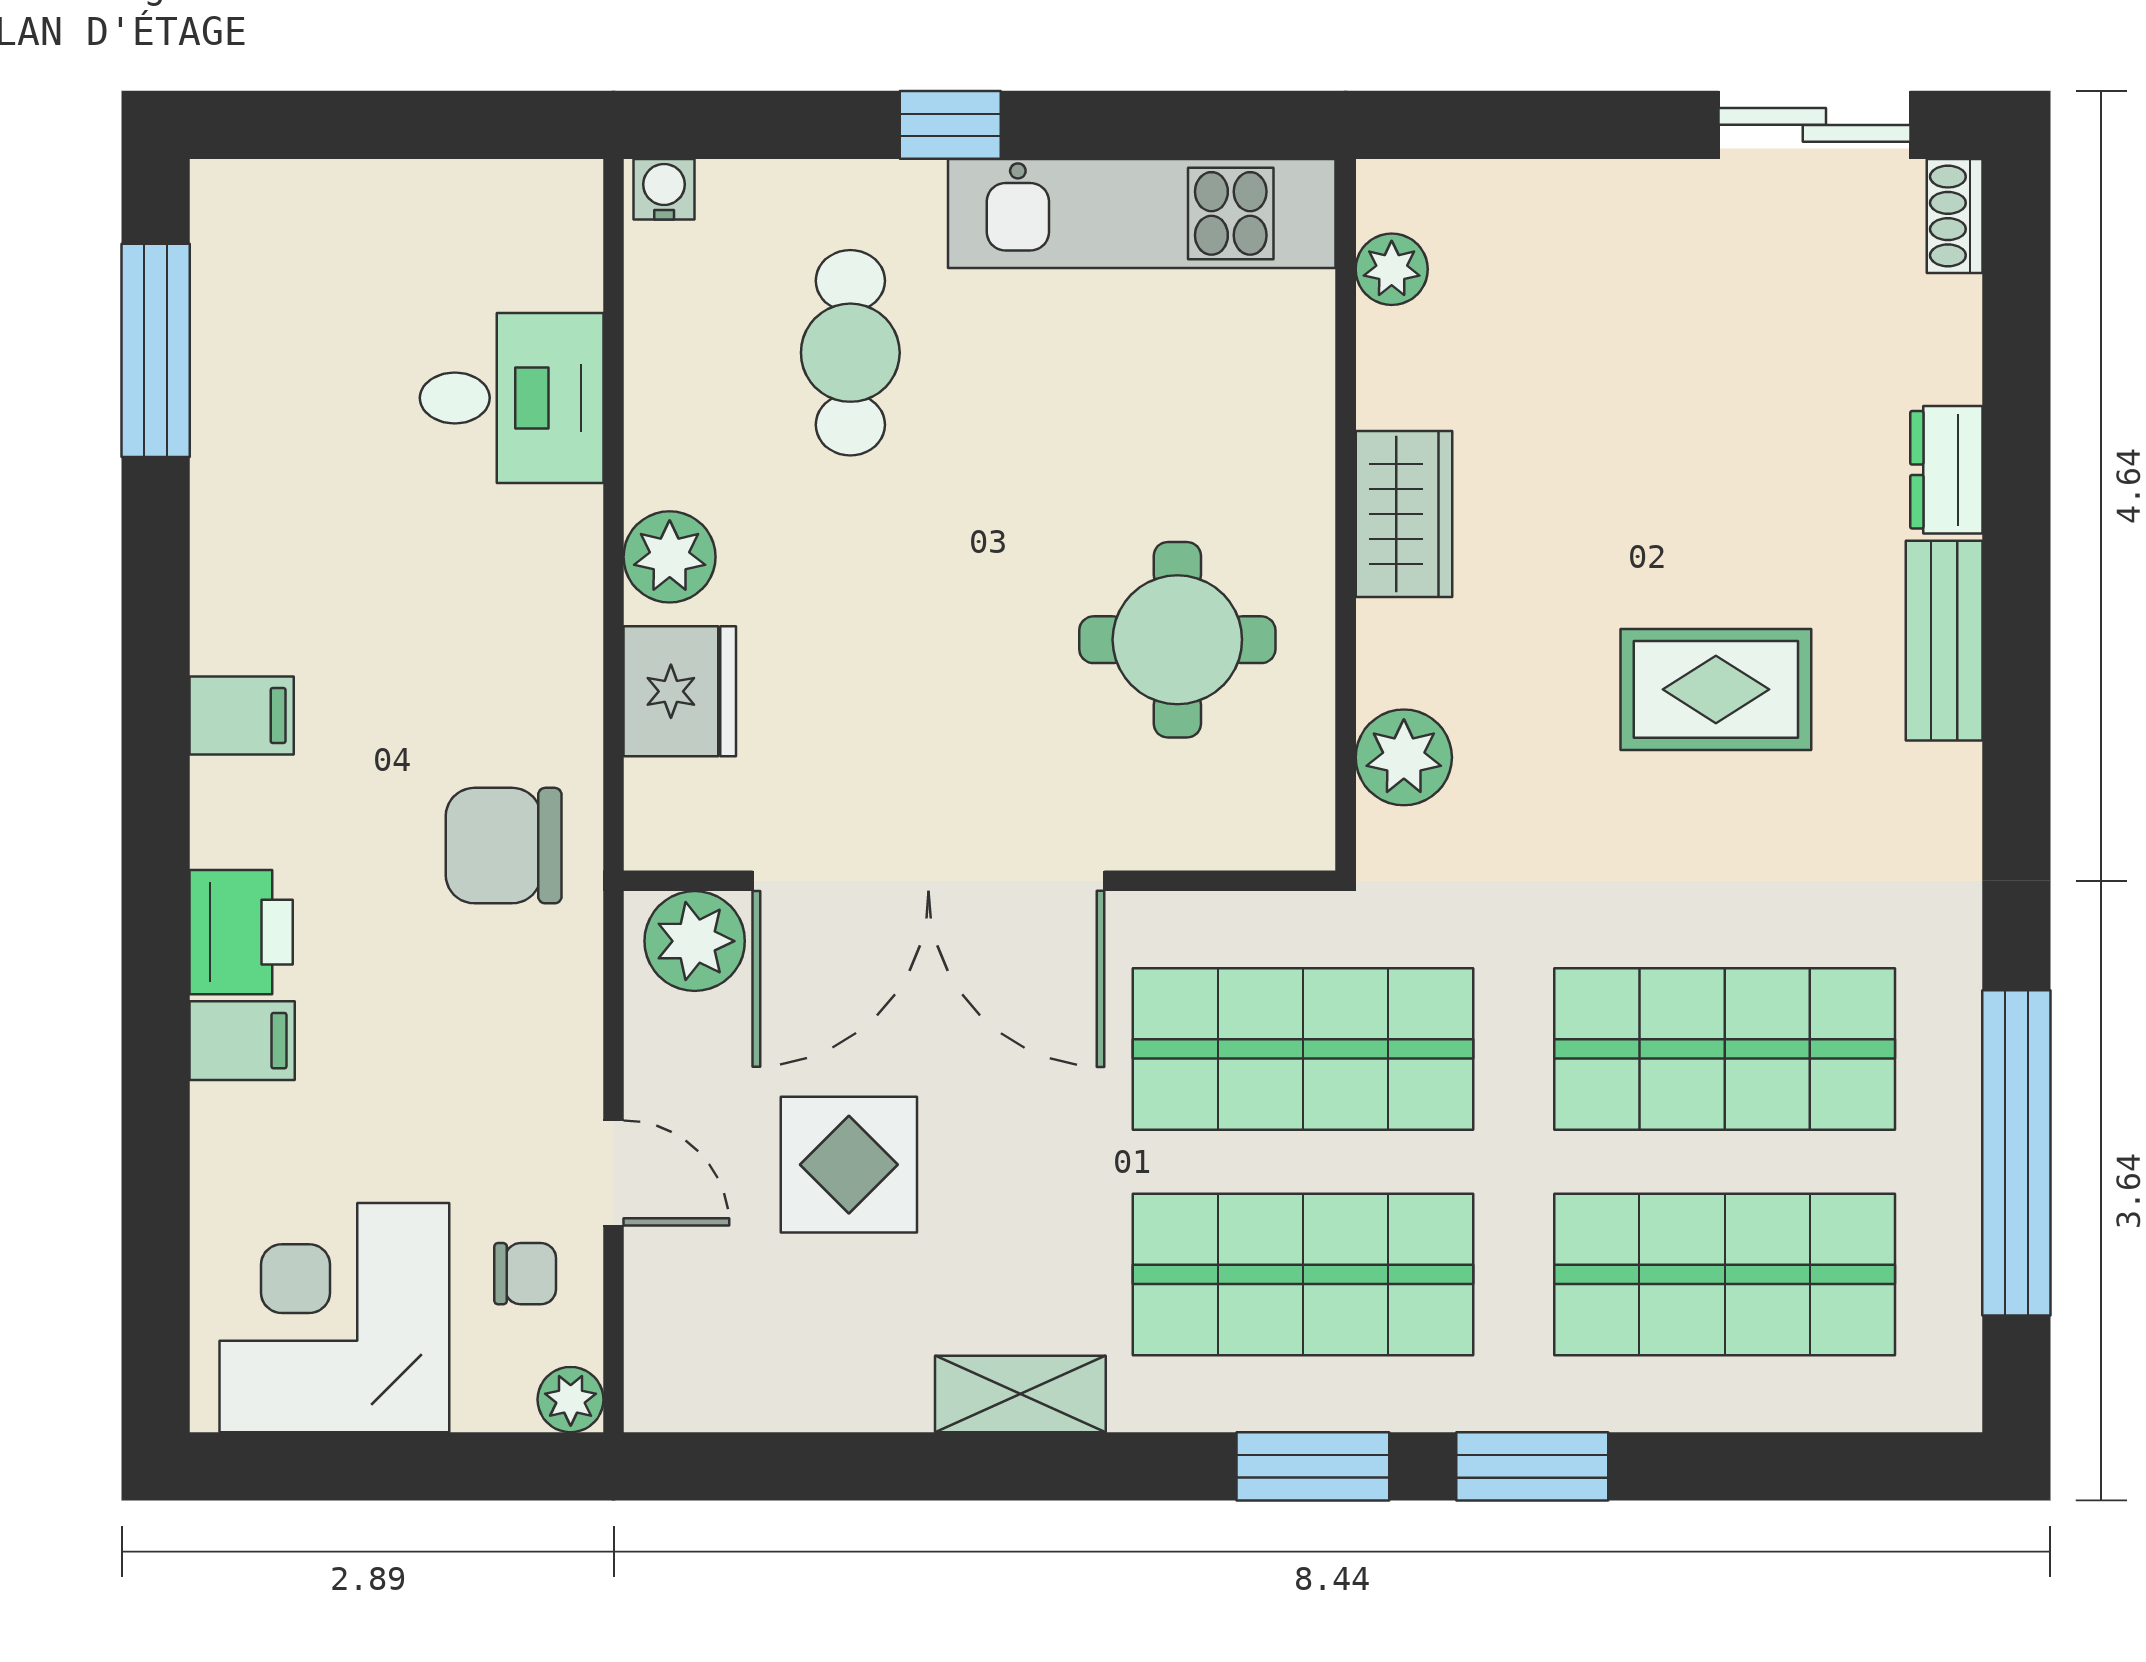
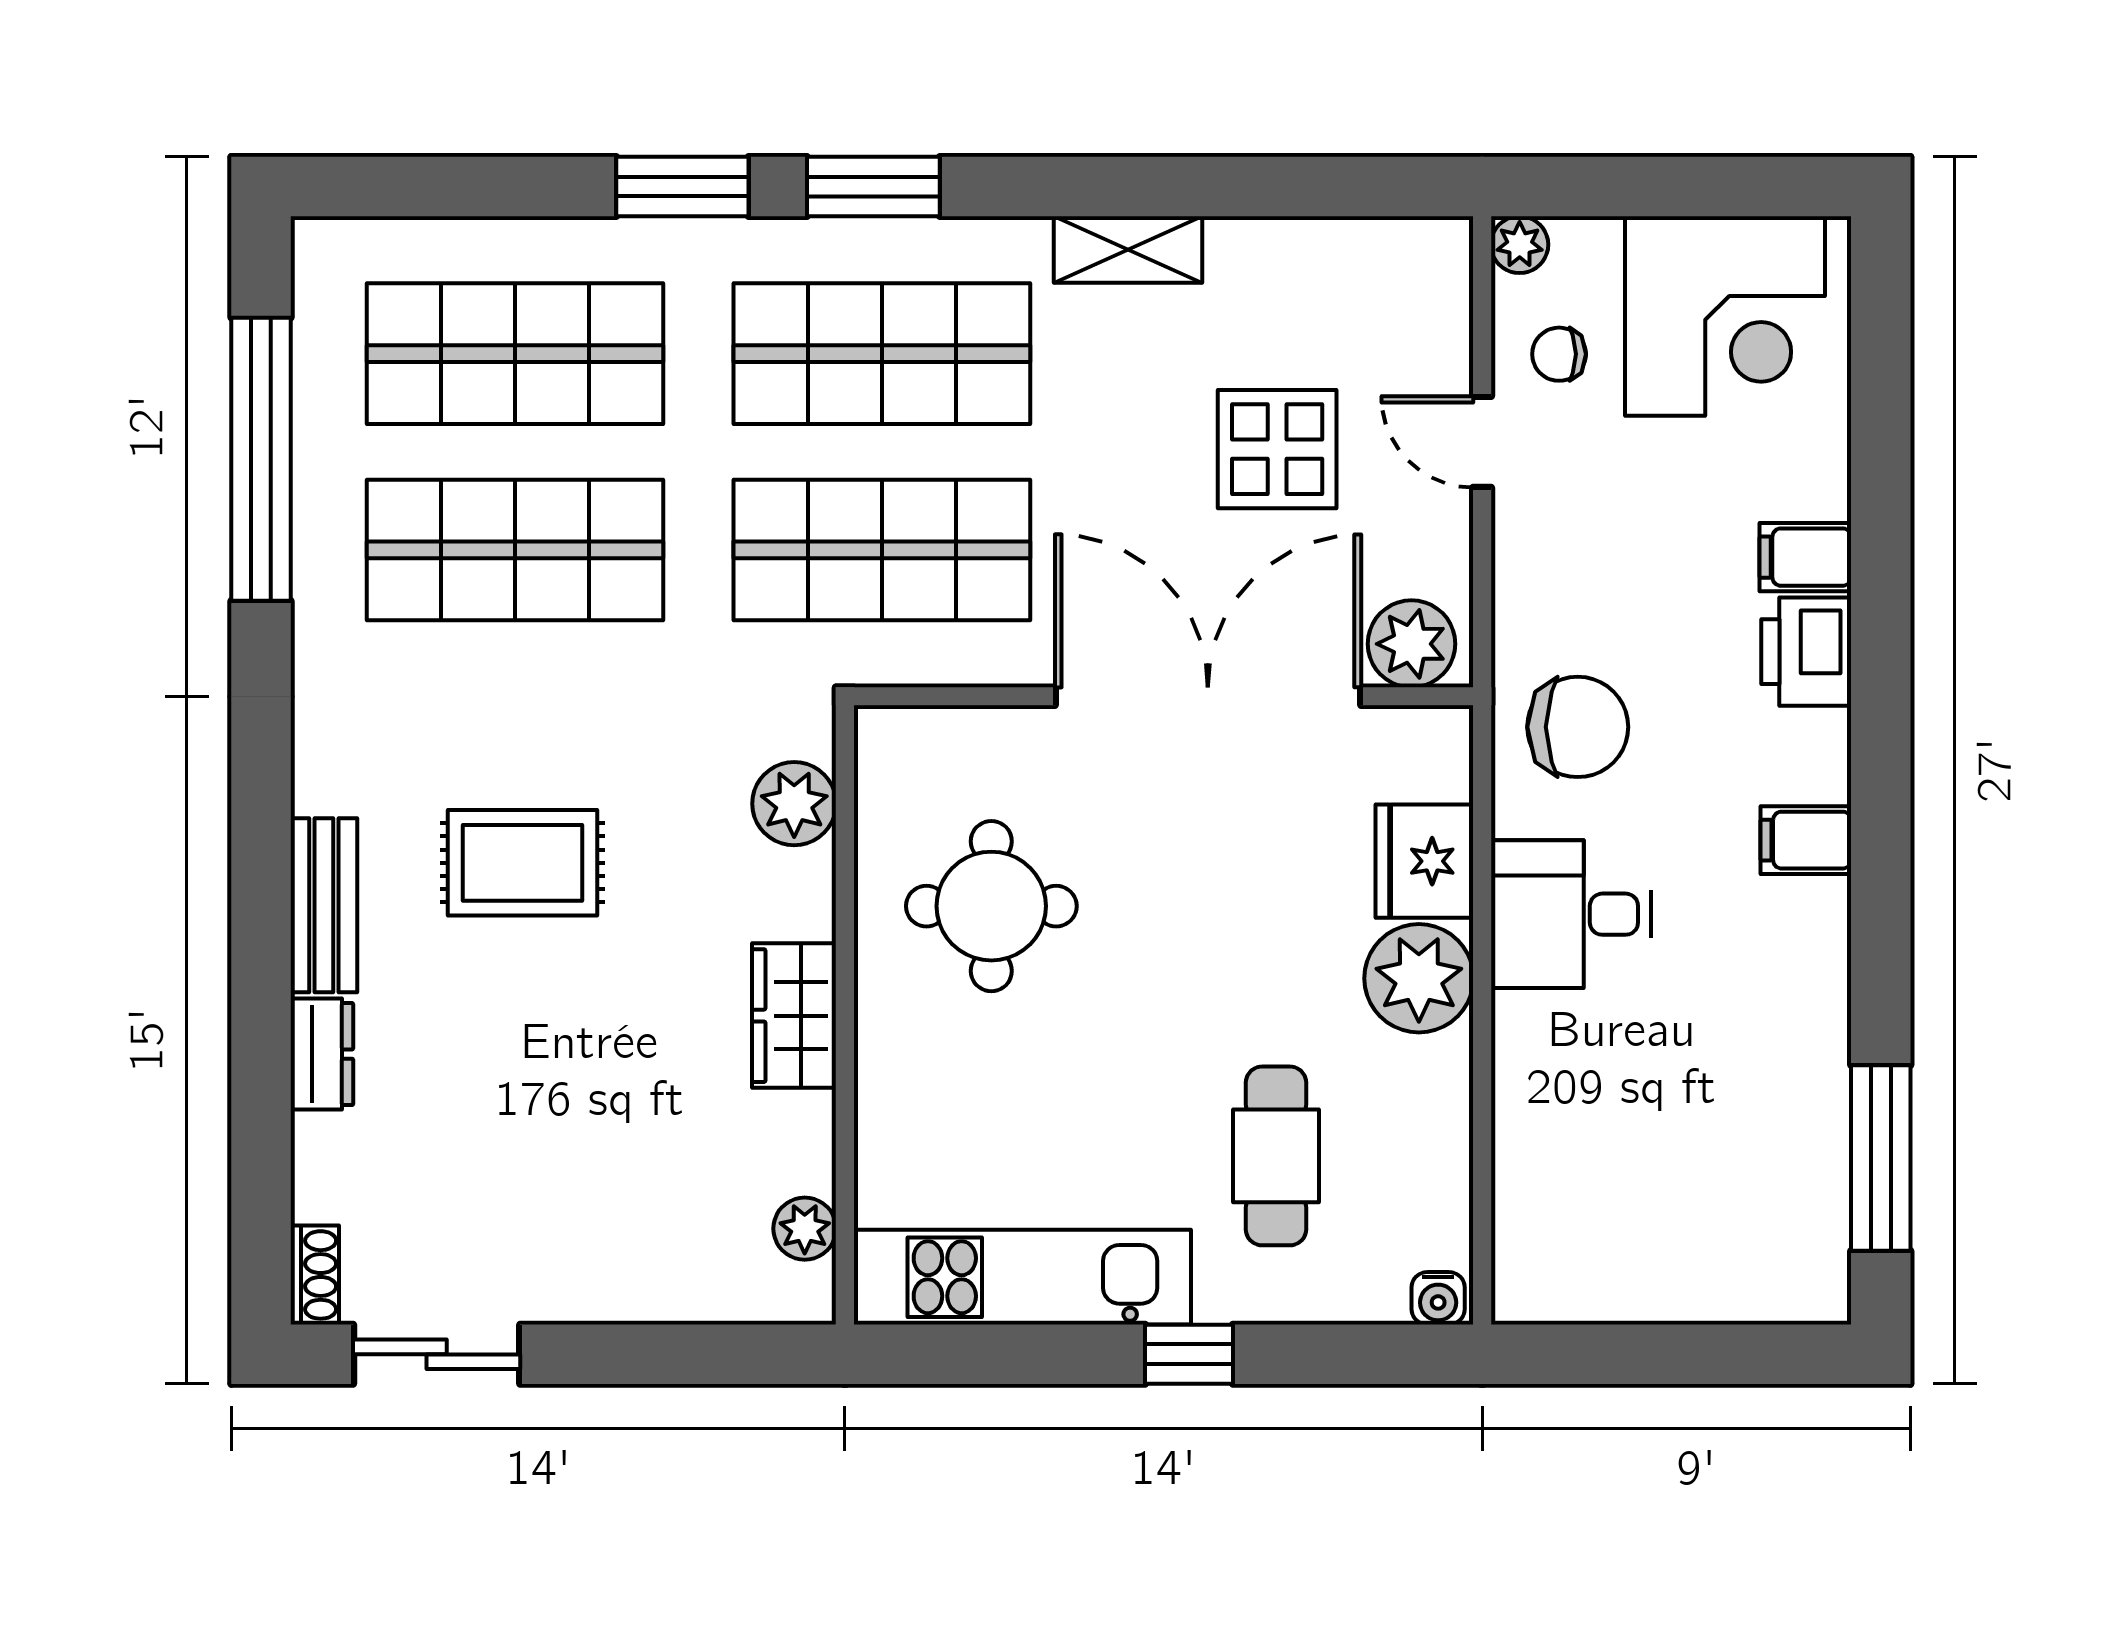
desk: (512, 398) -> (1571, 914), moved
plant: (670, 557) -> (1419, 978), width x1.36, depth x1.36

